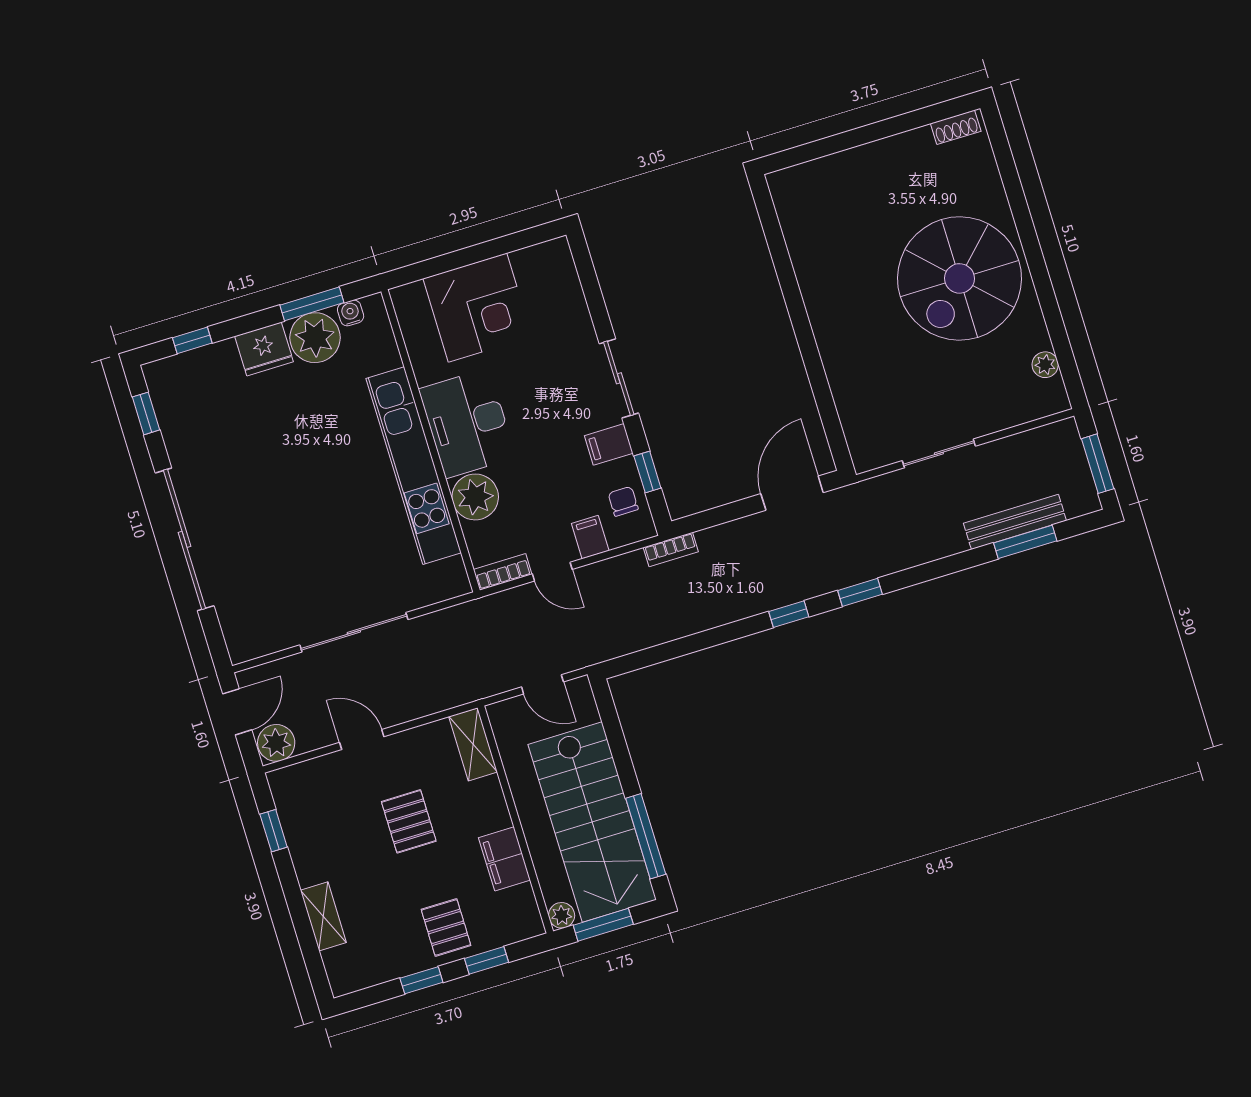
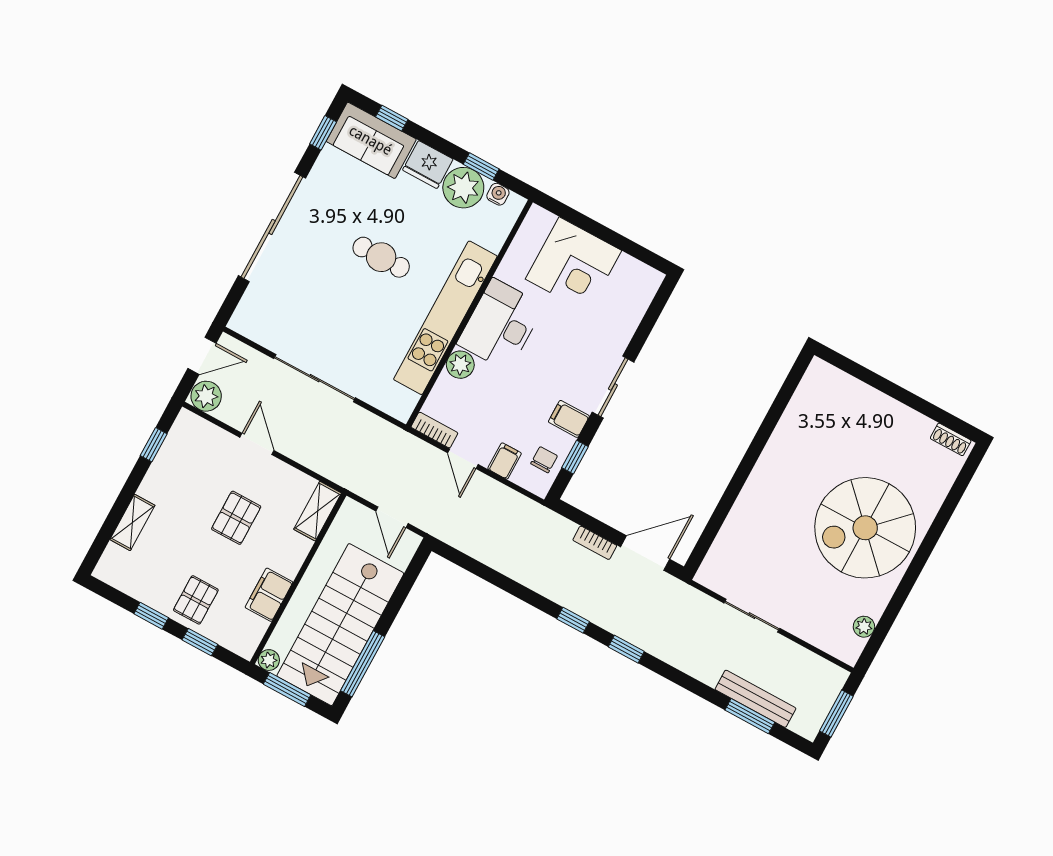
window: (312, 304) -> (481, 167), width x0.67
sofa: (194, 378) -> (371, 140), added
cafe table: (305, 470) -> (381, 257), added
plant: (475, 497) -> (460, 365), width x0.73, depth x0.73
bookcase: (671, 550) -> (595, 543), moved

